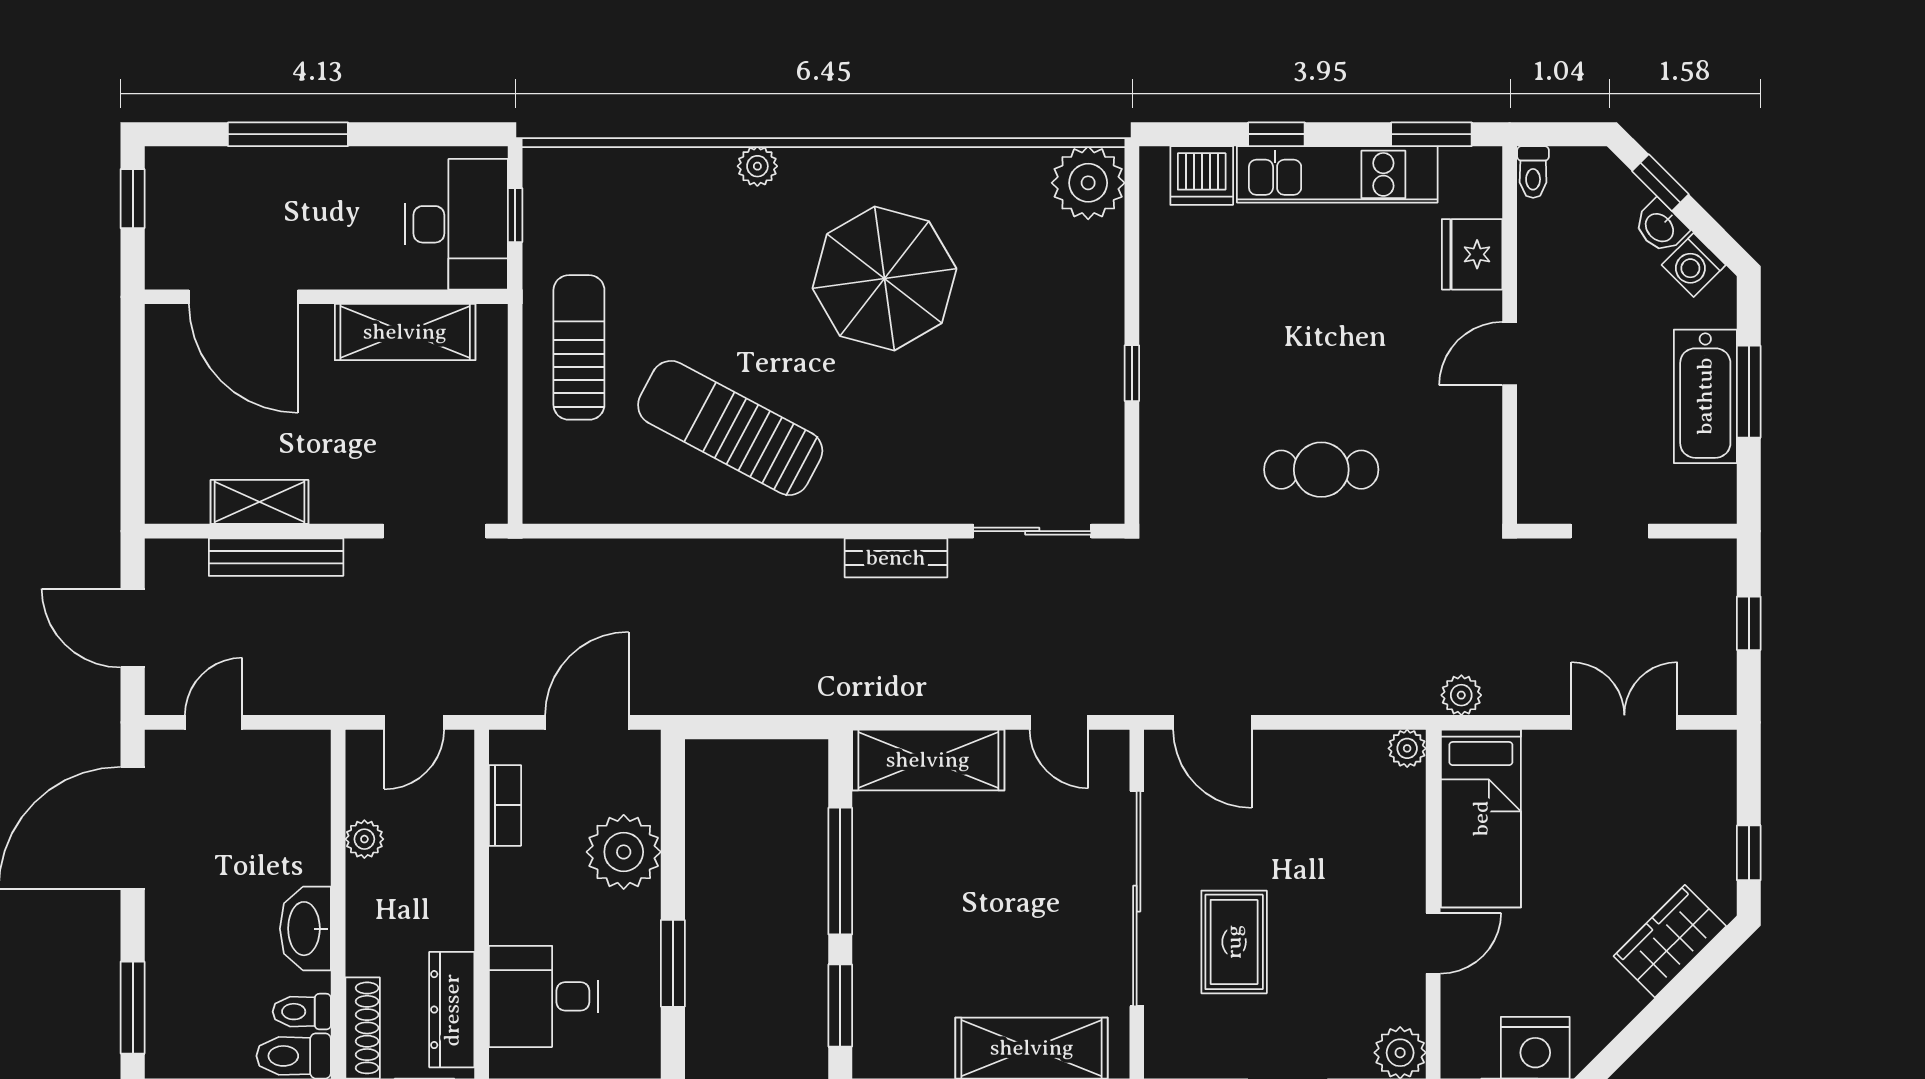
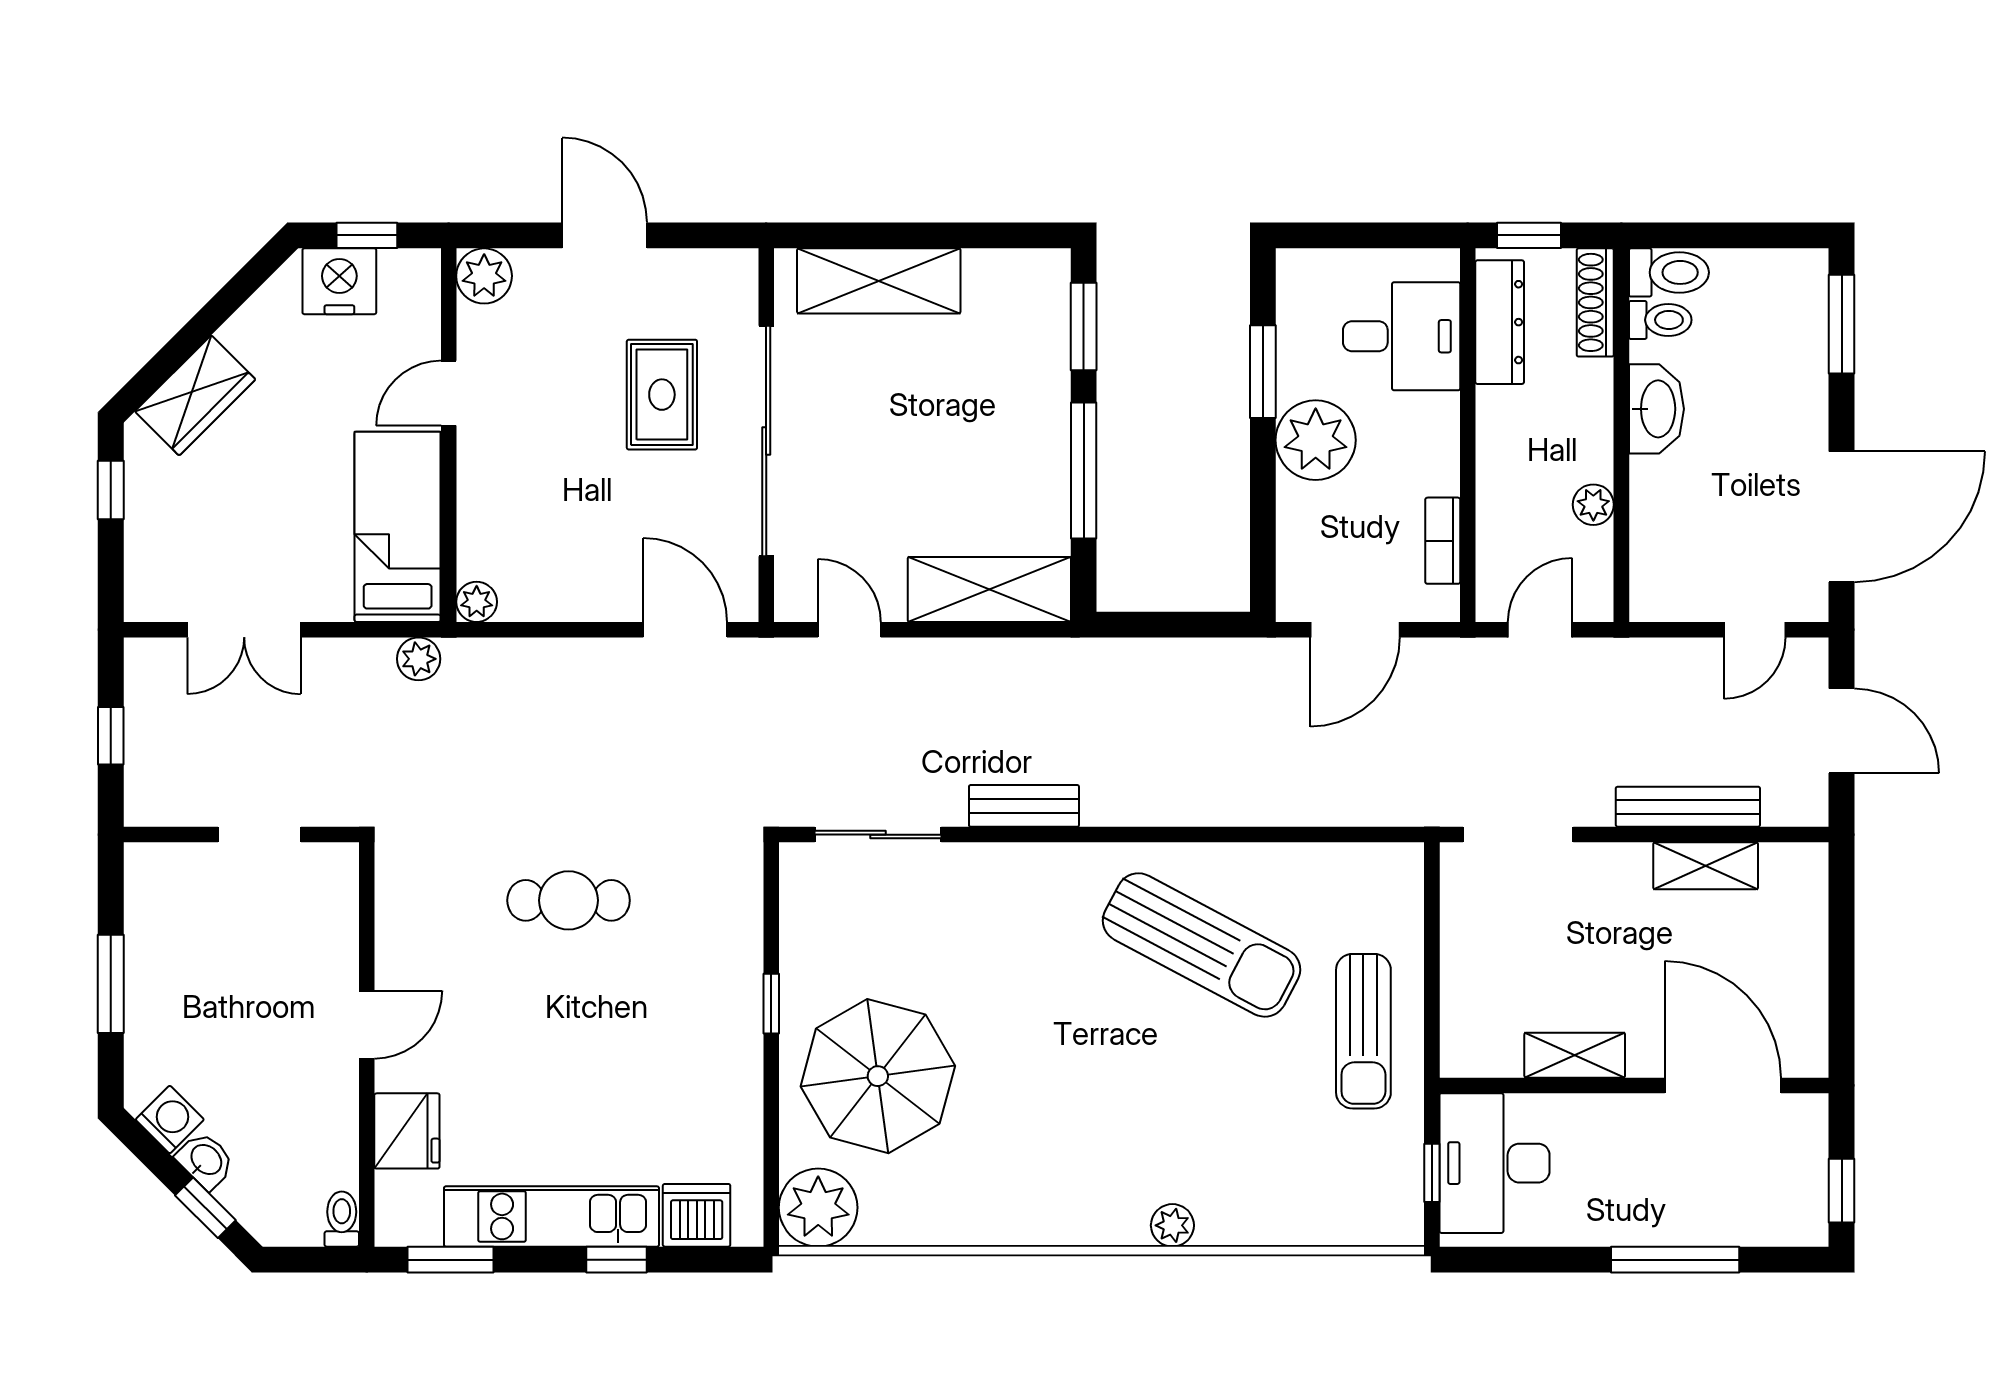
parasol: (884, 279) -> (878, 1076), moved
shelving: (405, 332) -> (1575, 1055), width x0.67, depth x0.75
bathtub: (1705, 396) -> (157, 979), removed
plant: (624, 852) -> (1316, 440), moved

